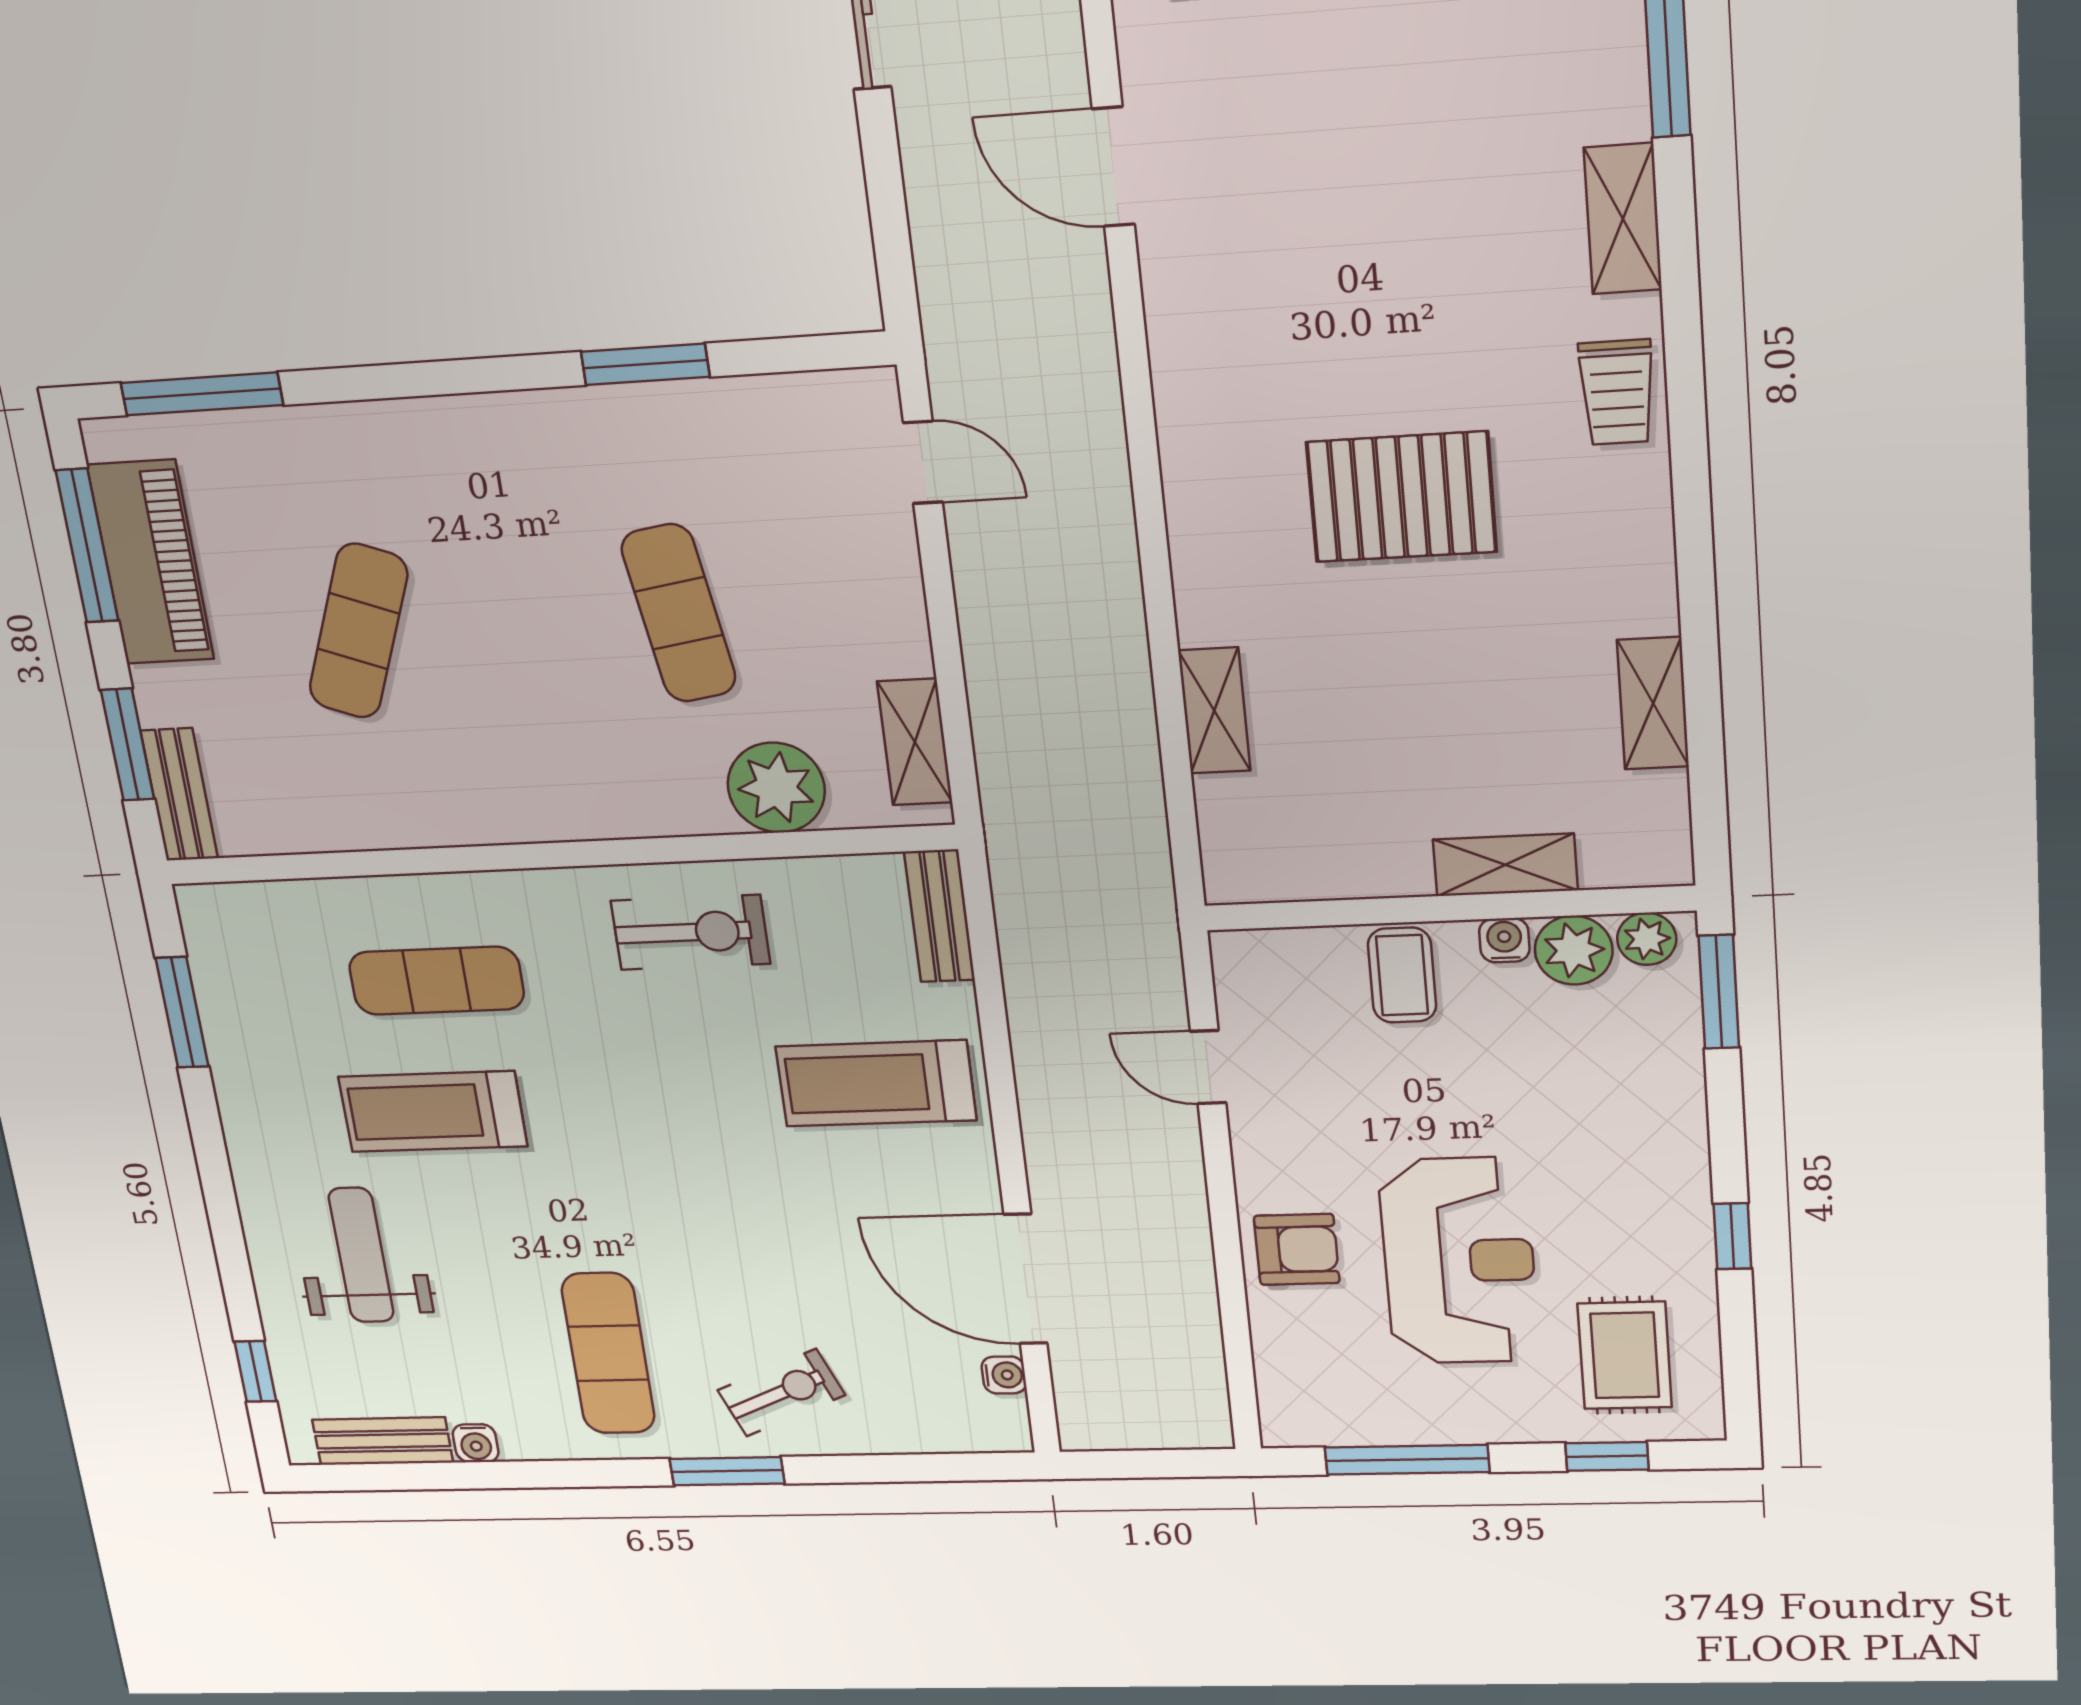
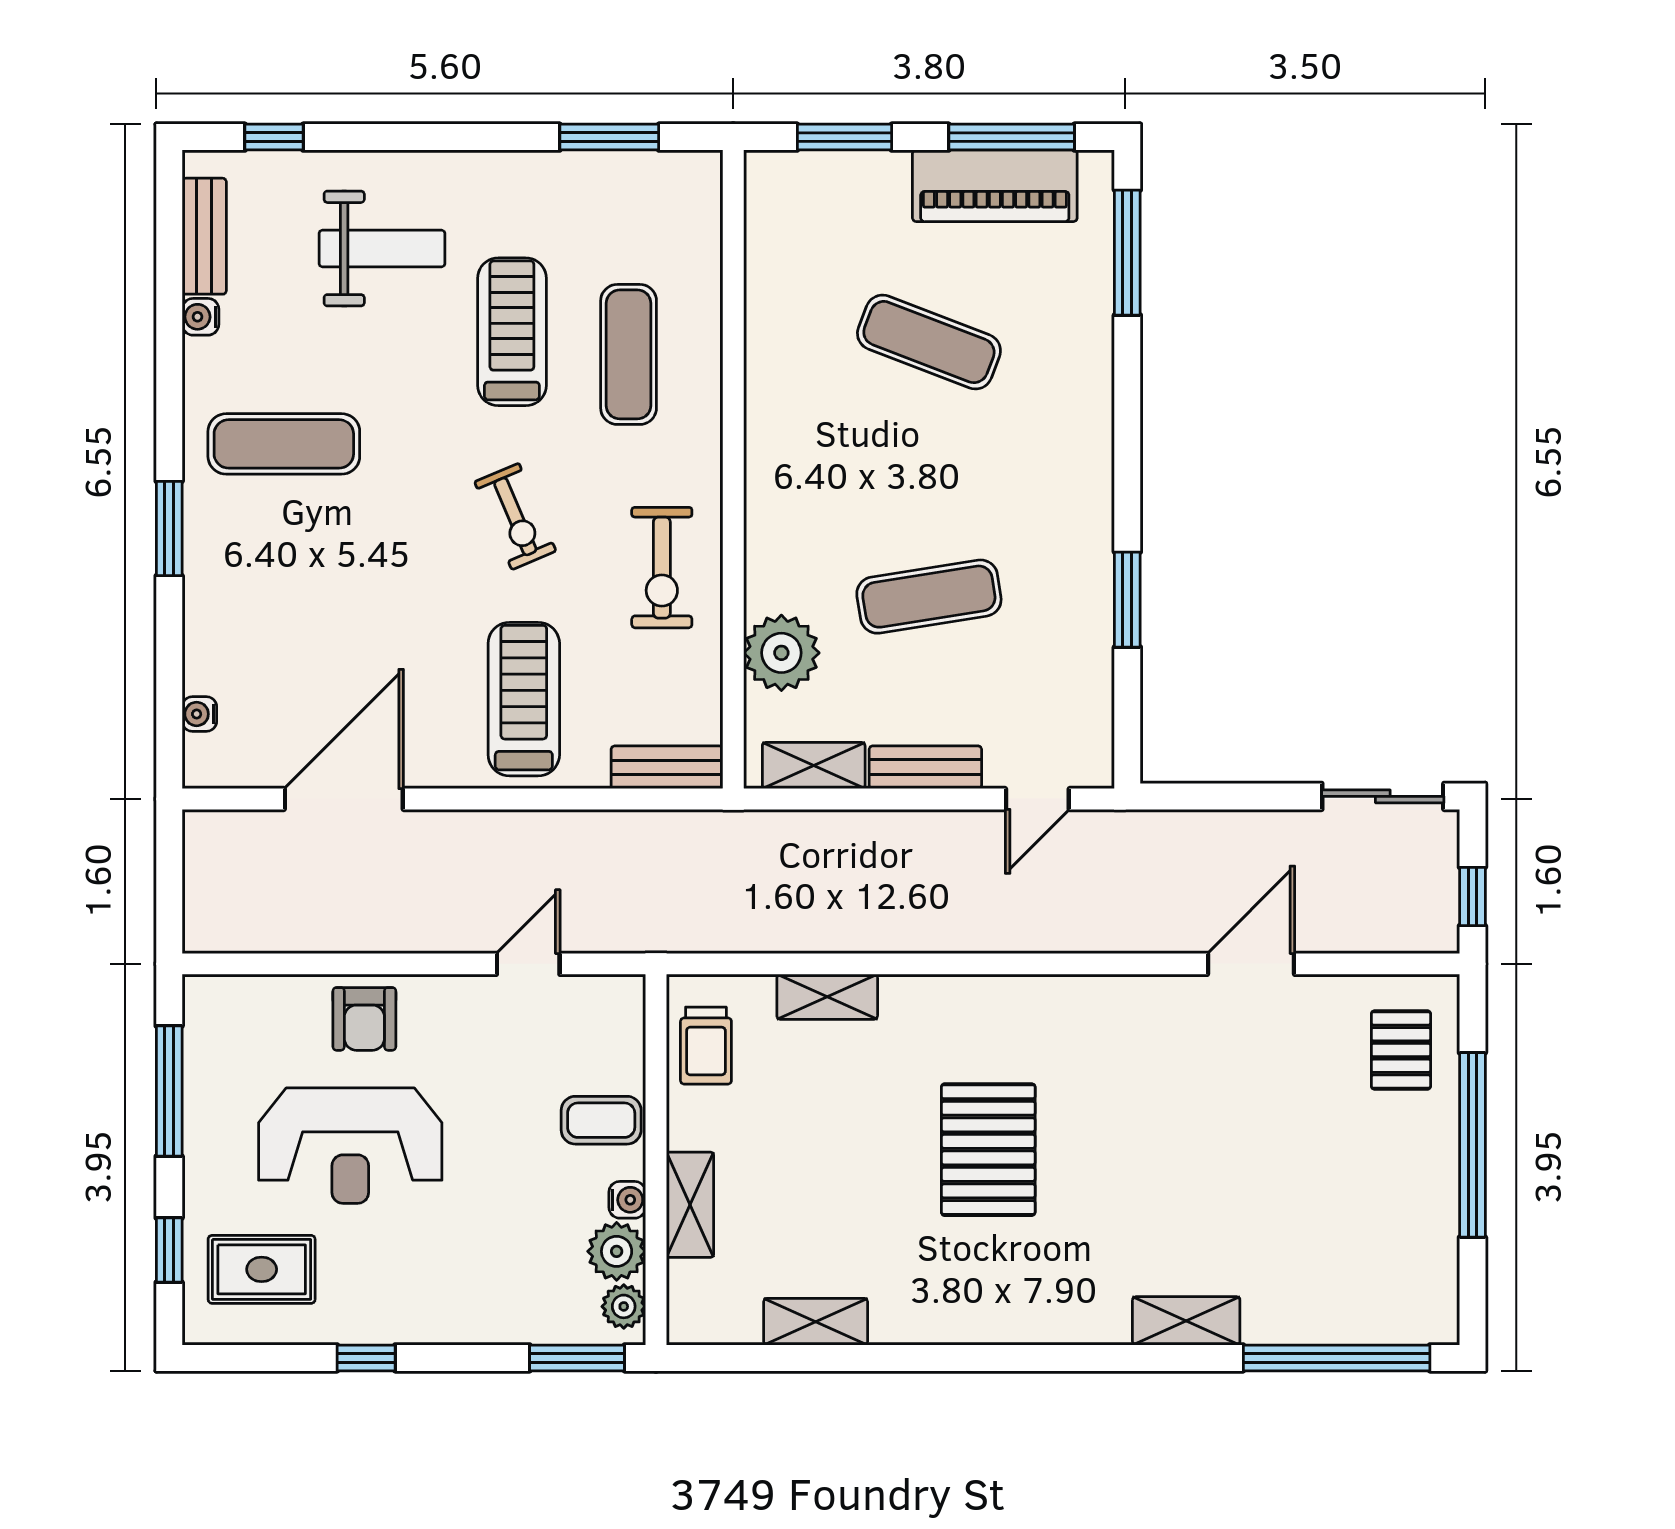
trolley: (1617, 392) -> (706, 1046), moved, turned -90
bench: (179, 795) -> (925, 767), moved
water cooler: (1004, 1375) -> (199, 714), moved, turned 90
exercise bike: (781, 1393) -> (515, 516), moved

